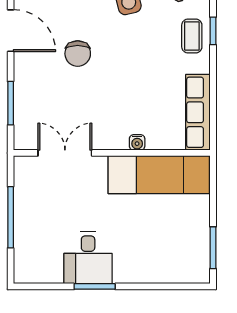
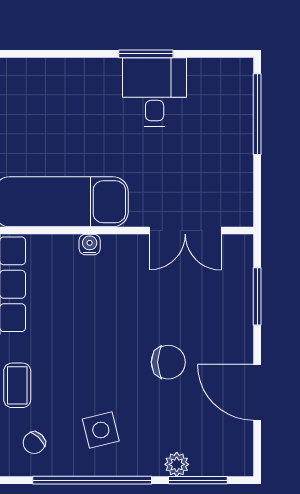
chair: (78, 54) -> (168, 362), turned 90
window: (11, 217) -> (257, 114), moved

